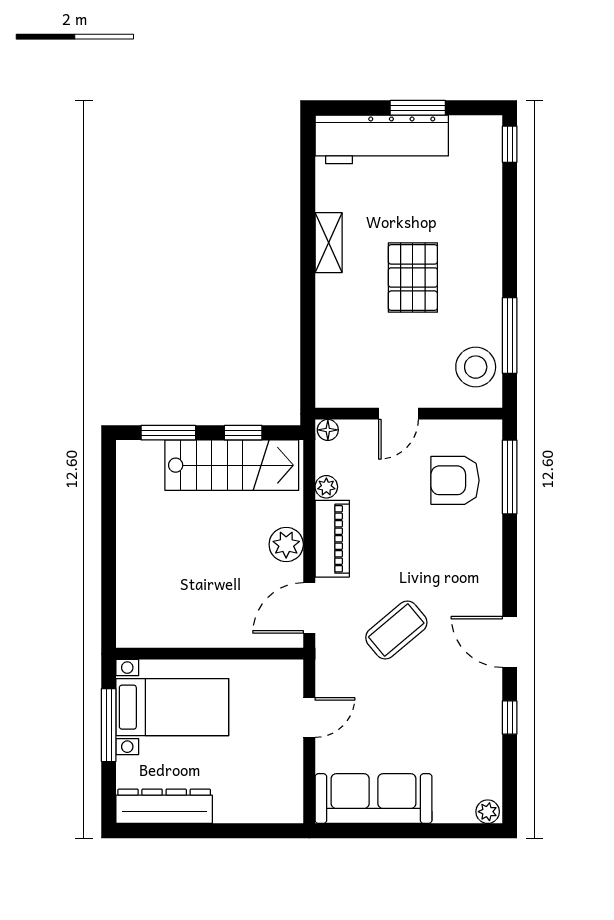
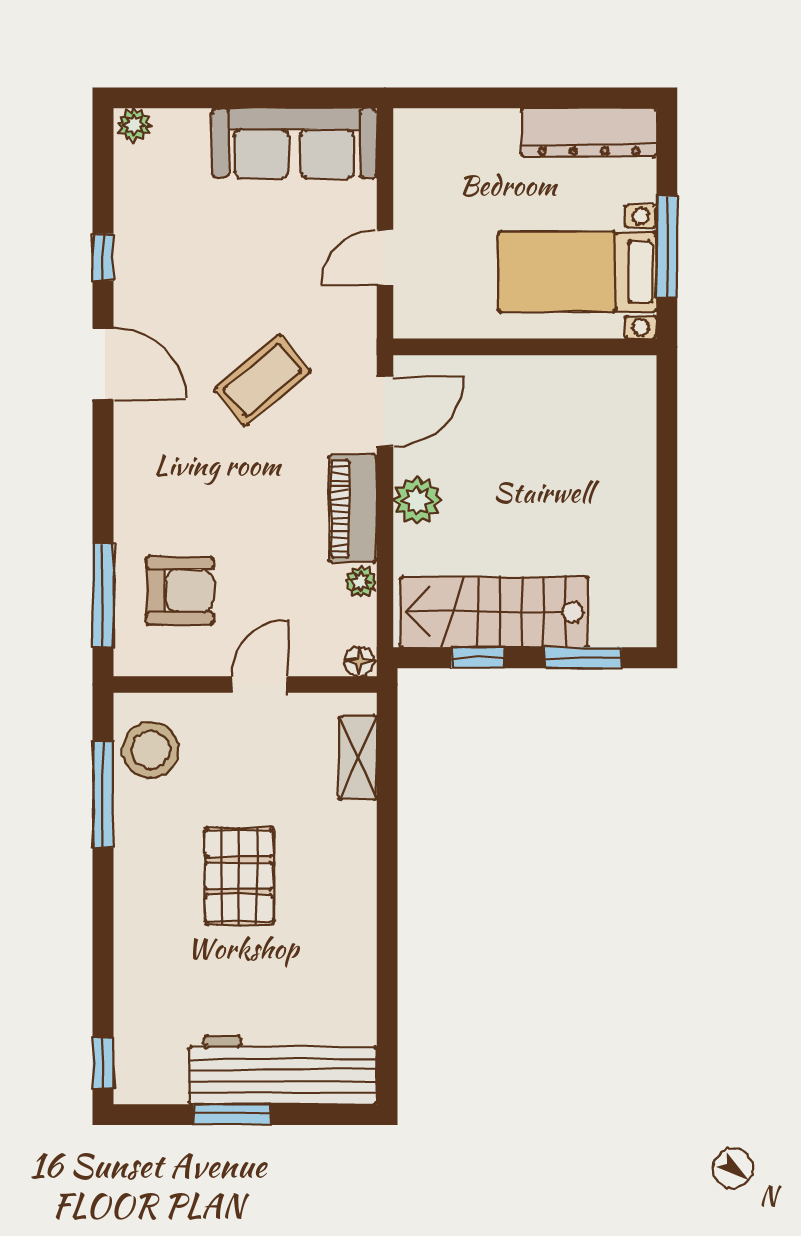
shelving: (329, 243) -> (358, 758), moved

